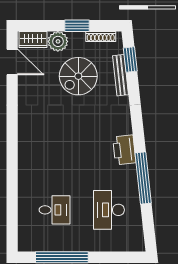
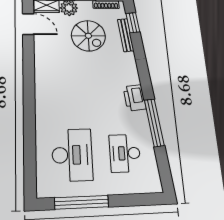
spiral stairs: (78, 76) -> (88, 36), turned -90
desk: (55, 210) -> (72, 155), width x1.87, depth x1.30

